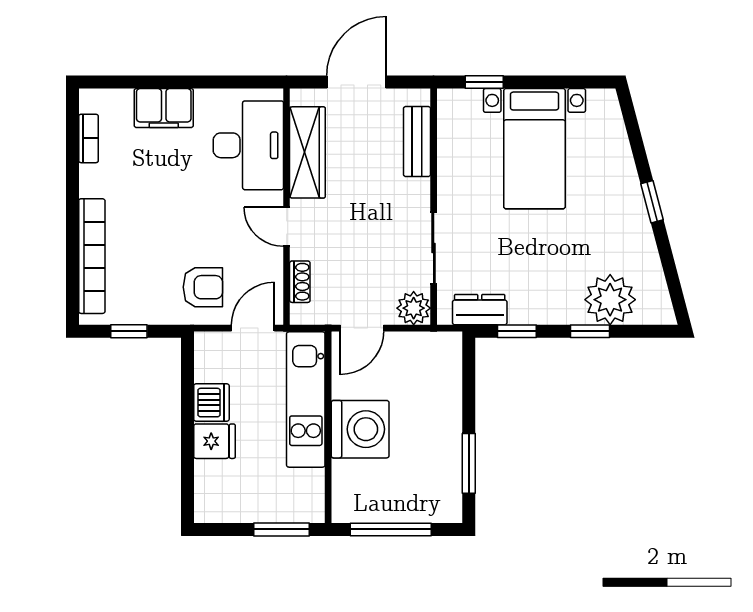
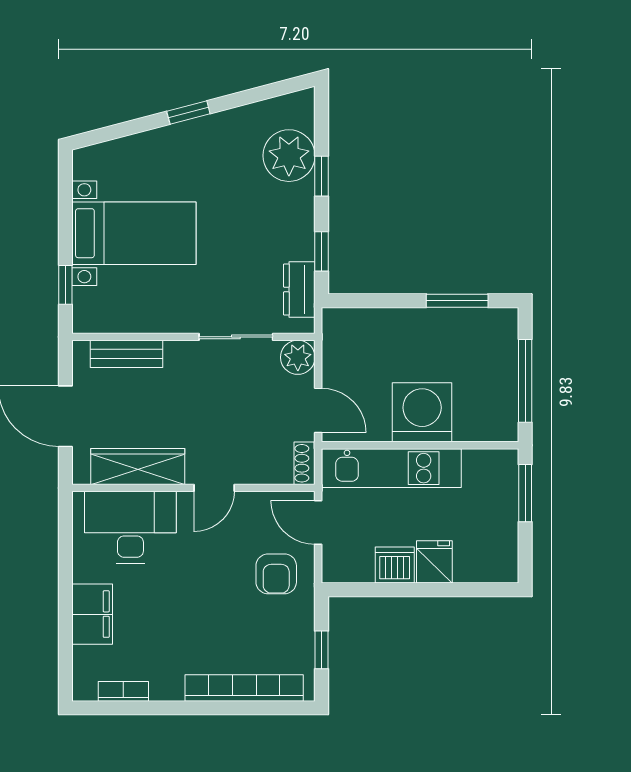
shoe rack: (300, 282) -> (305, 463), moved, turned -90
armchair: (203, 287) -> (276, 574), turned 180

